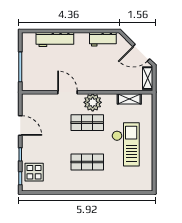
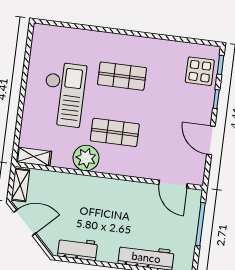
door: (67, 92) -> (173, 184), moved
shelving: (129, 99) -> (34, 157), moved
plant: (93, 102) -> (86, 158), moved
checkout: (126, 144) -> (64, 94), turned 180

